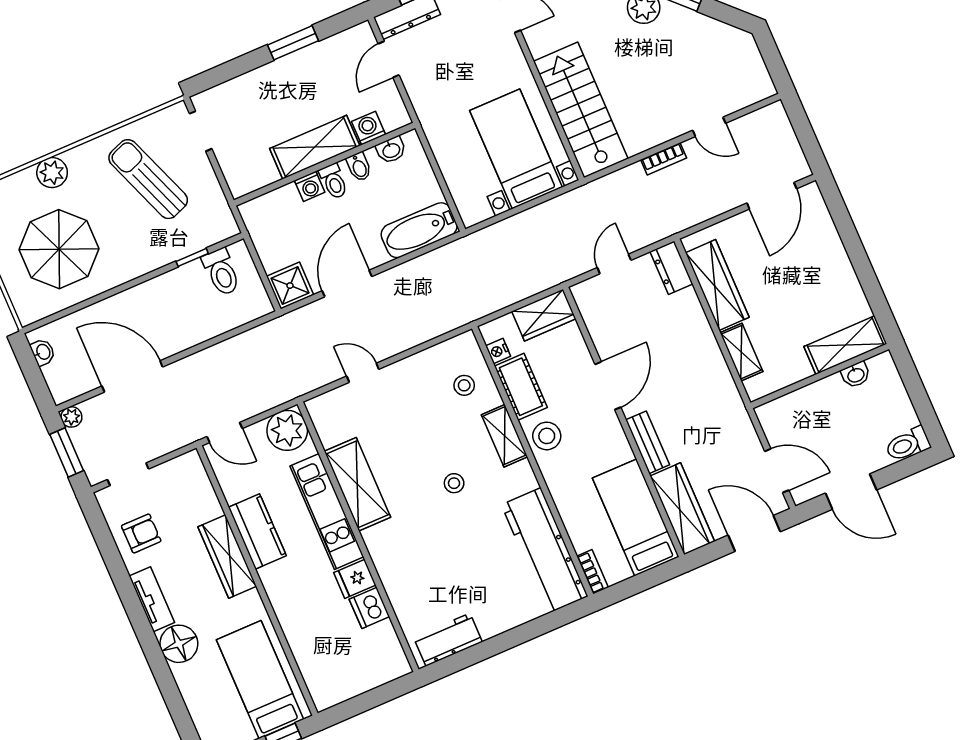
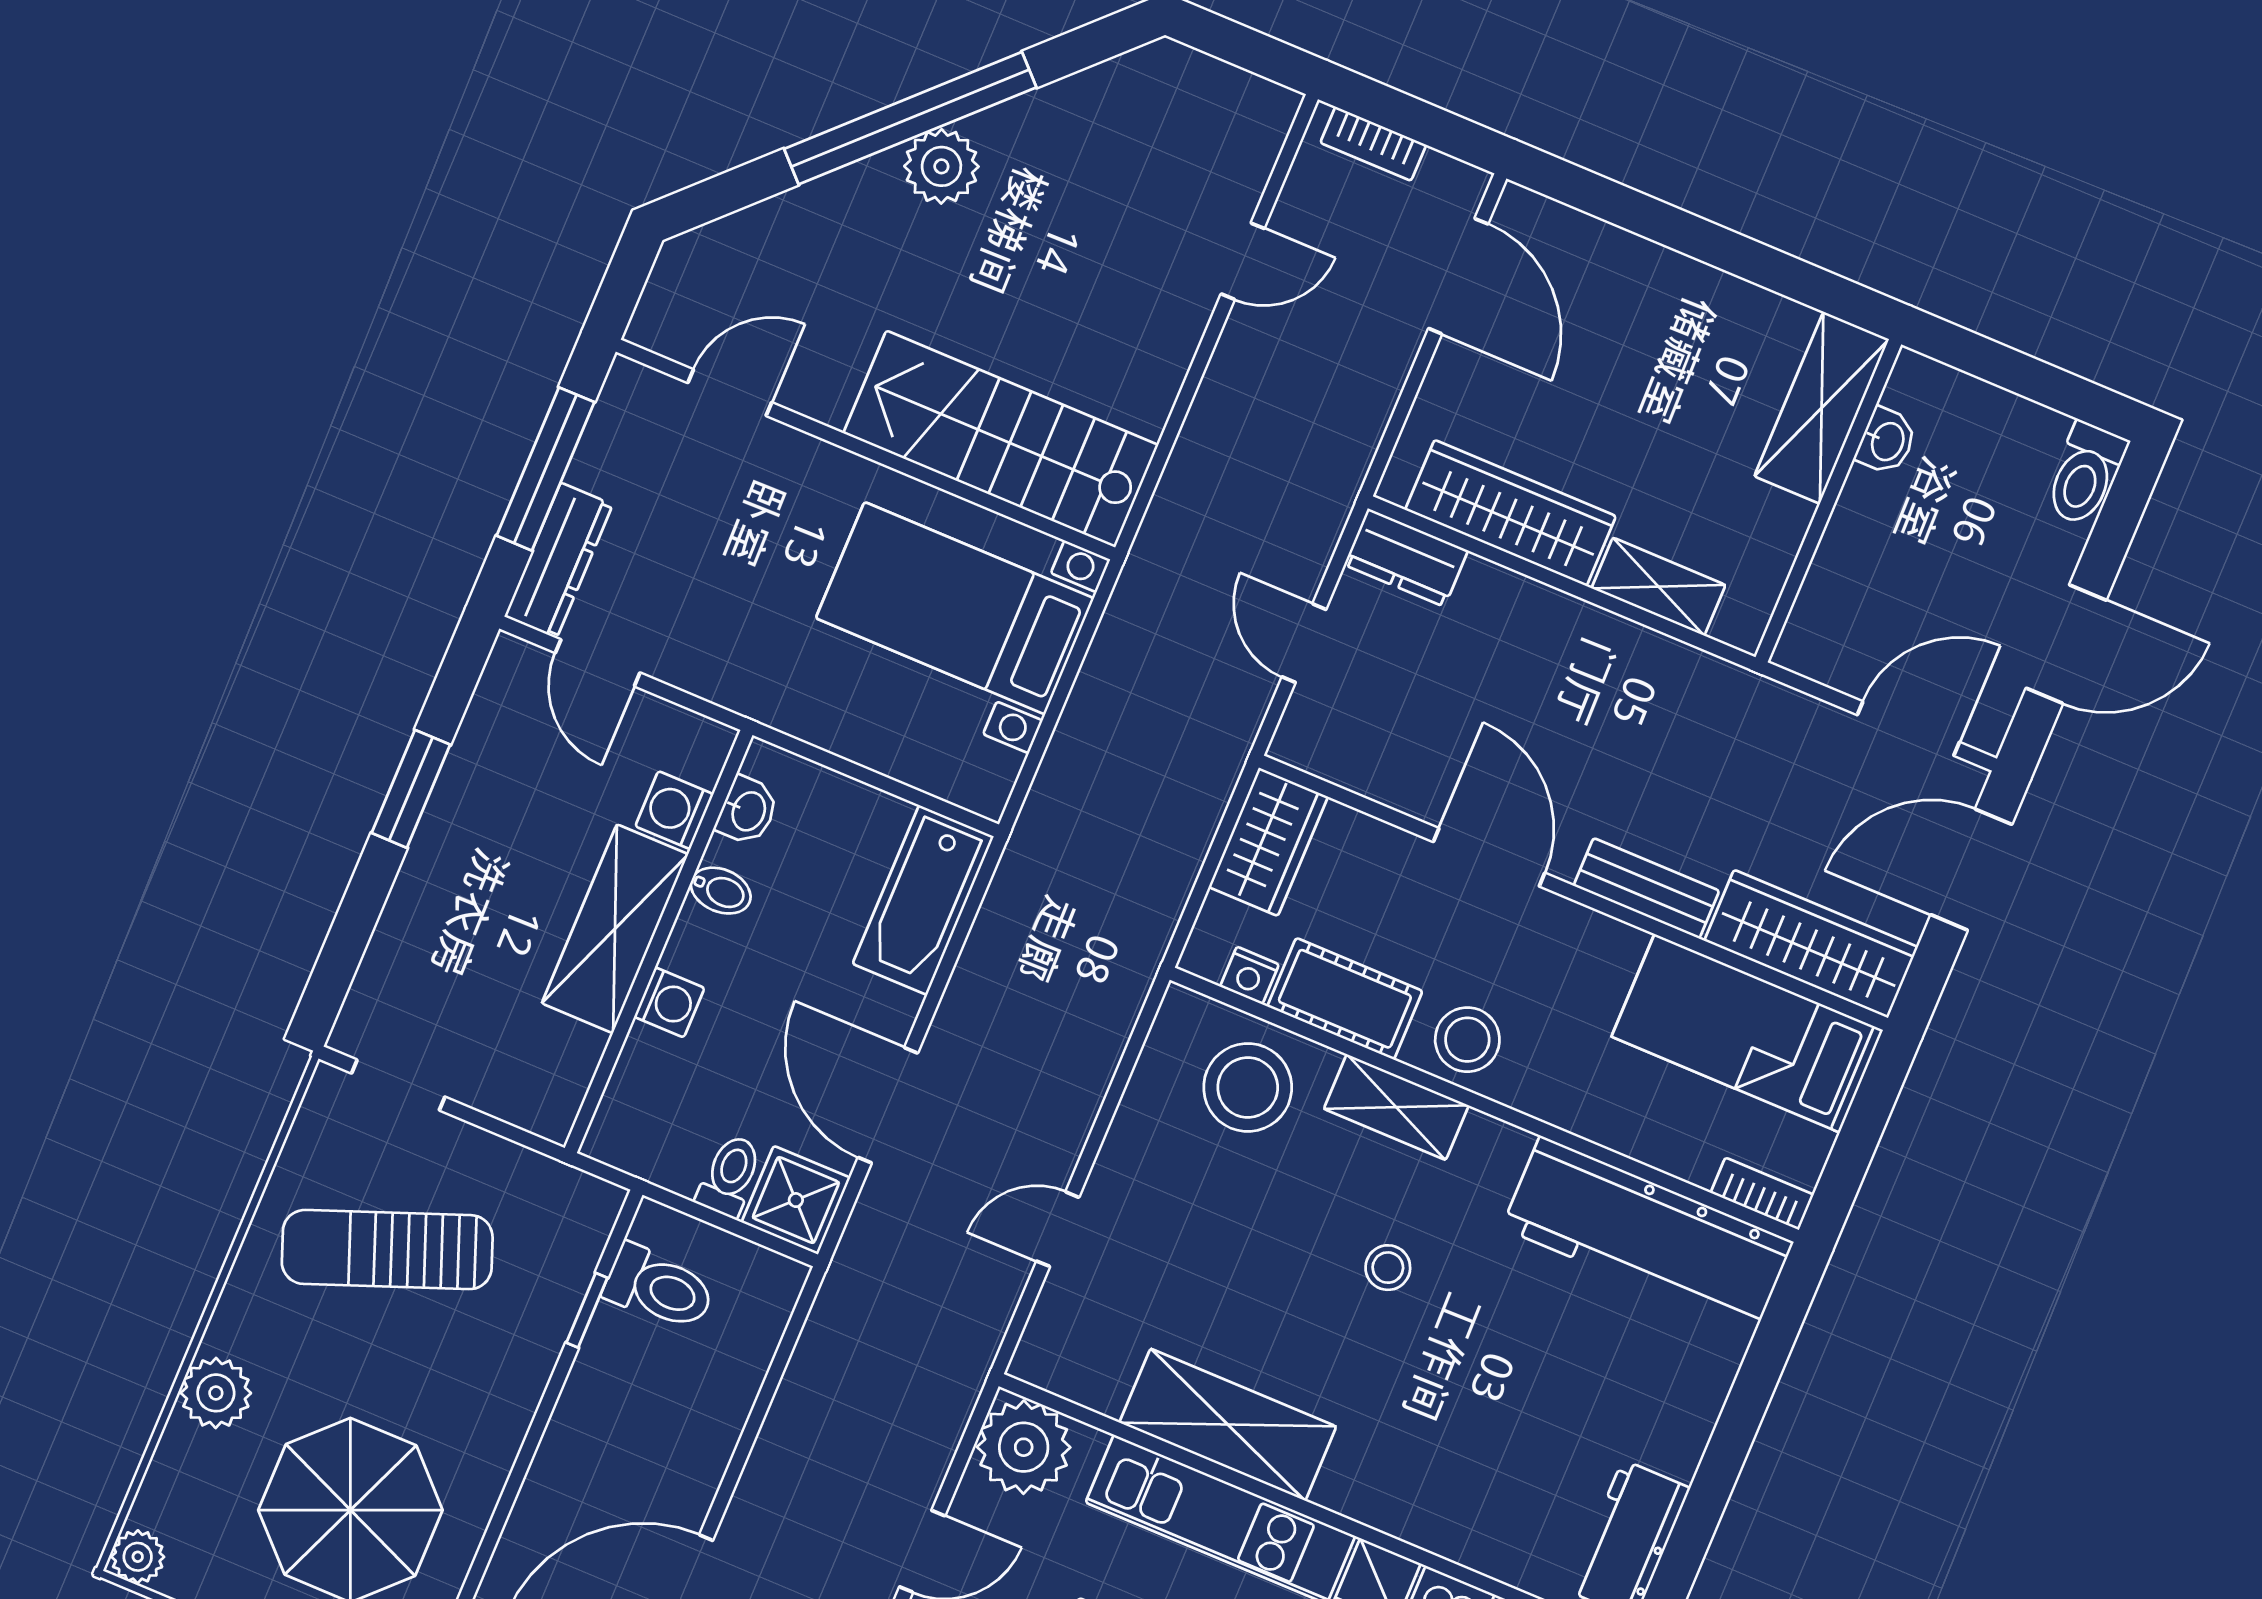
bookcase: (664, 159) -> (1373, 144), moved, turned 90
toilet: (334, 181) -> (730, 1176), moved, turned -90
stool: (464, 385) -> (1248, 1087), width x1.89, depth x1.89

